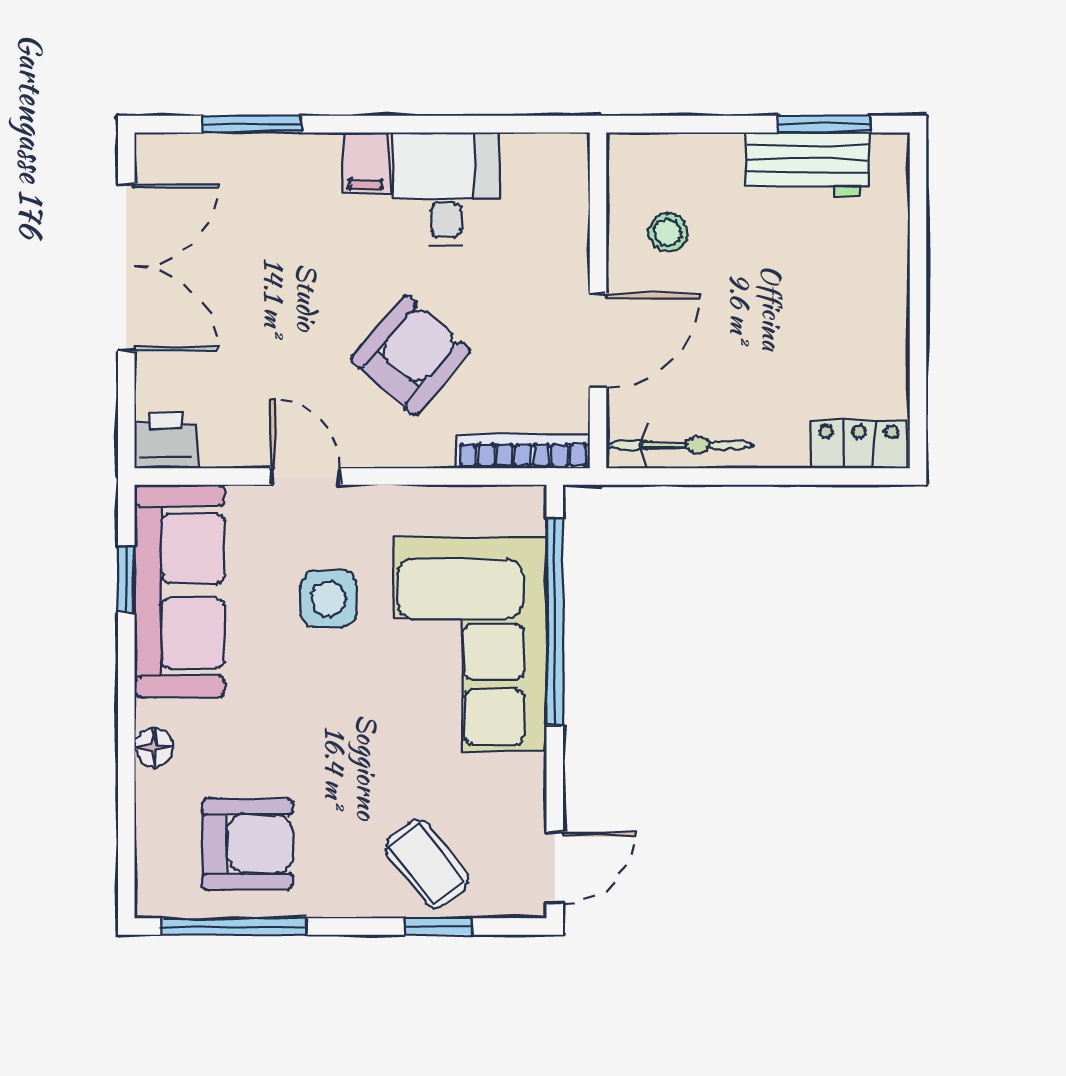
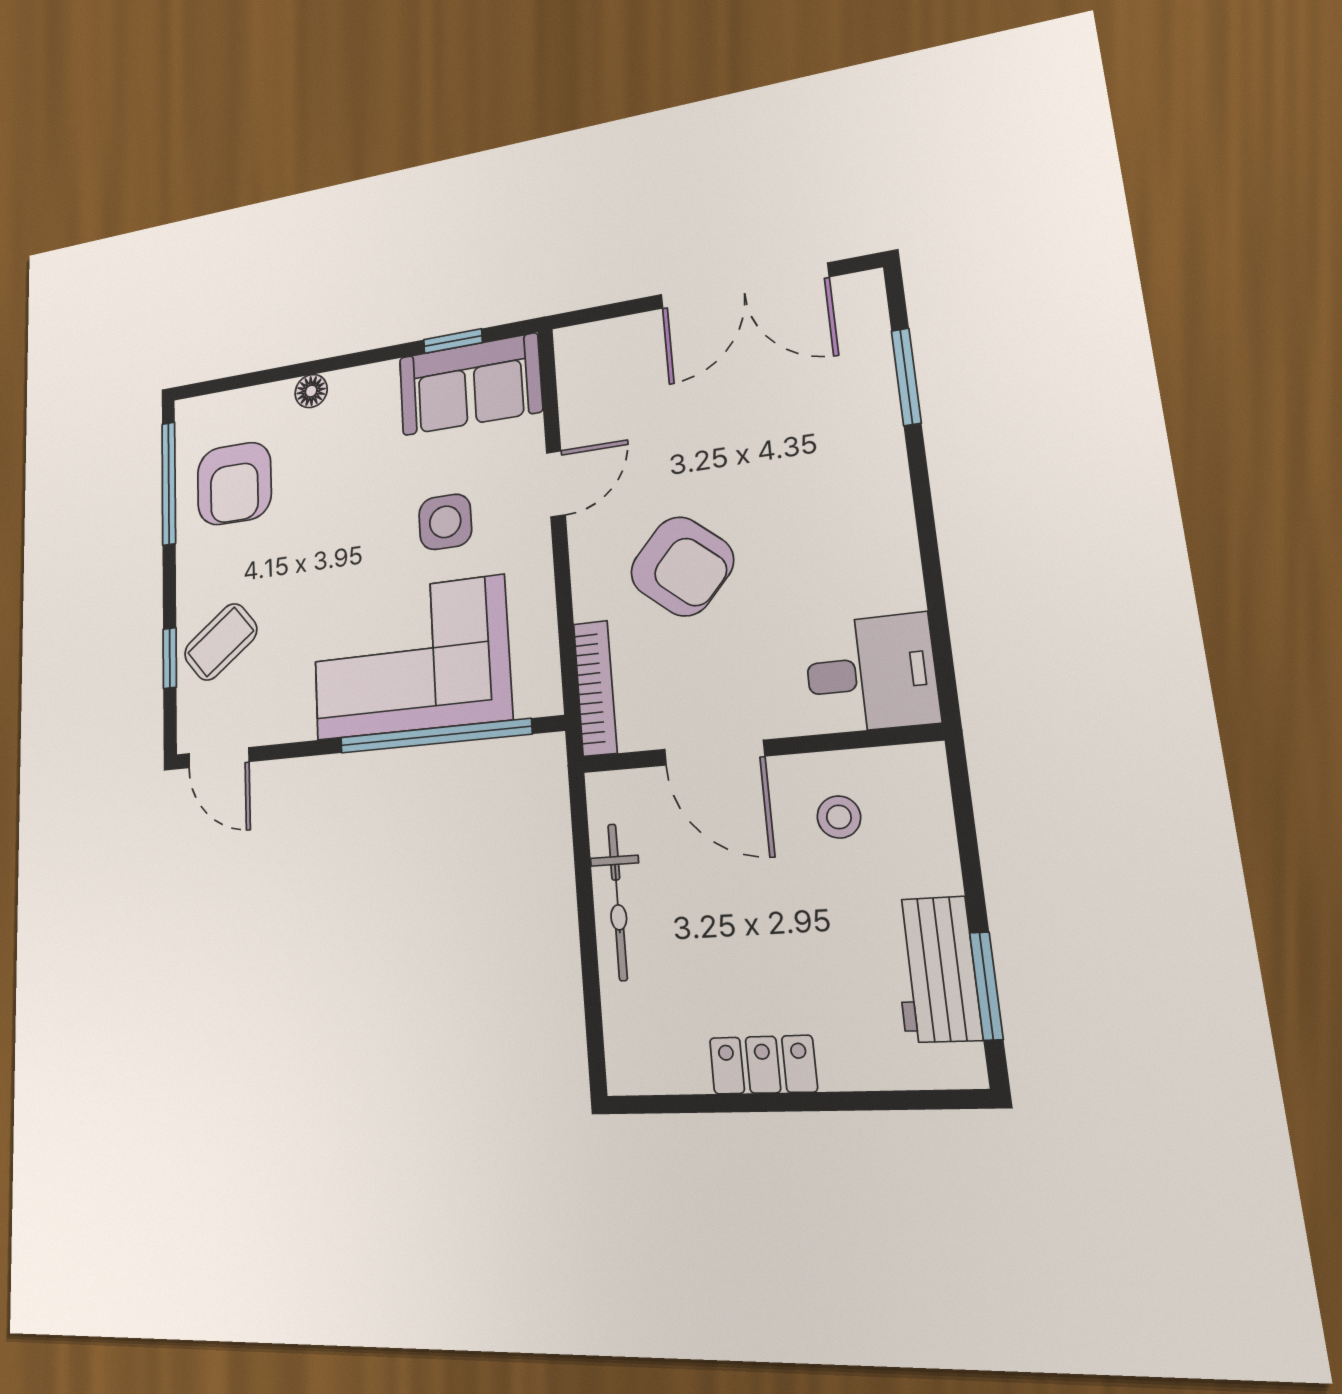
filing cabinet: (366, 163) -> (878, 495), removed
desk: (446, 189) -> (871, 673), moved
printer: (166, 440) -> (581, 352), removed
locker: (859, 444) -> (763, 1065), moved, turned -90
bicycle: (680, 445) -> (618, 902), moved
sofa: (180, 591) -> (470, 384), width x0.73

